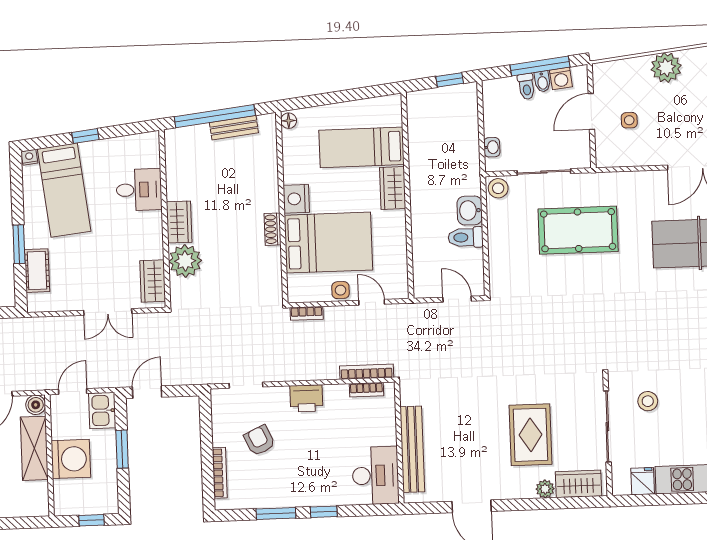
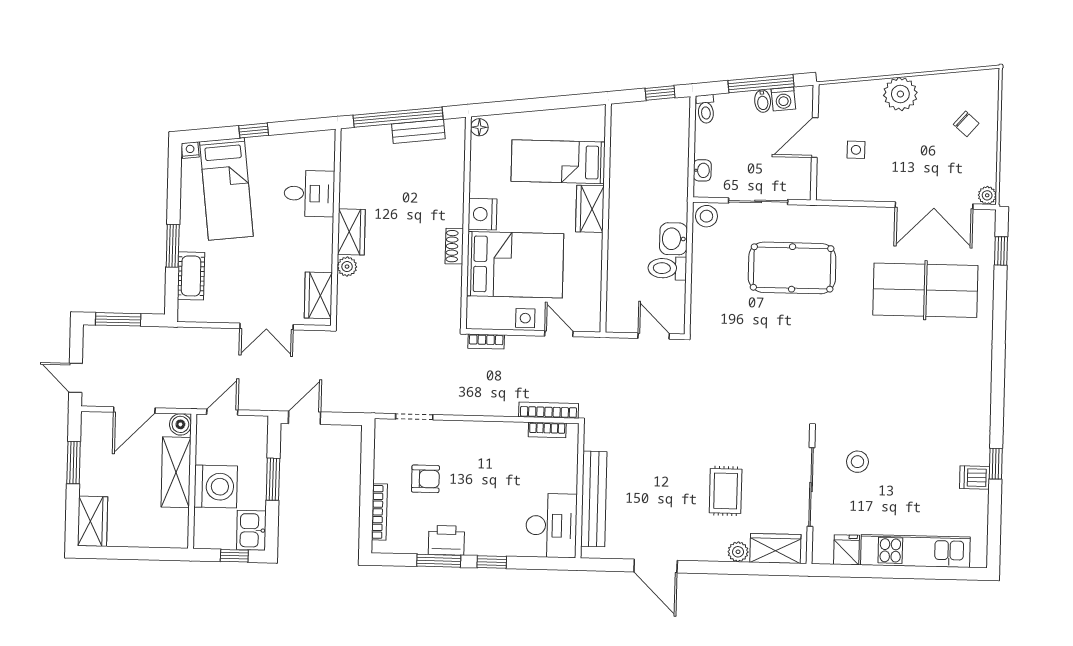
toilet: (526, 86) -> (706, 109), moved
plant: (185, 261) -> (347, 267), width x0.53, depth x0.53
printer: (306, 398) -> (446, 540), moved, turned 180
kitchen sink: (102, 411) -> (251, 530), moved
rug: (530, 435) -> (726, 491), width x0.73, depth x0.70
armchair: (259, 440) -> (425, 479), turned 115

